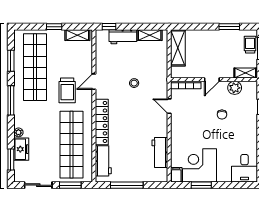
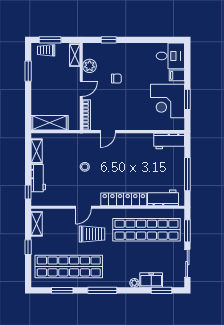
door: (212, 80) -> (81, 89), hinge flipped
door: (94, 82) -> (83, 207), hinge flipped
workbench: (160, 153) -> (169, 141), moved
filing cabinet: (176, 175) -> (177, 75), moved

